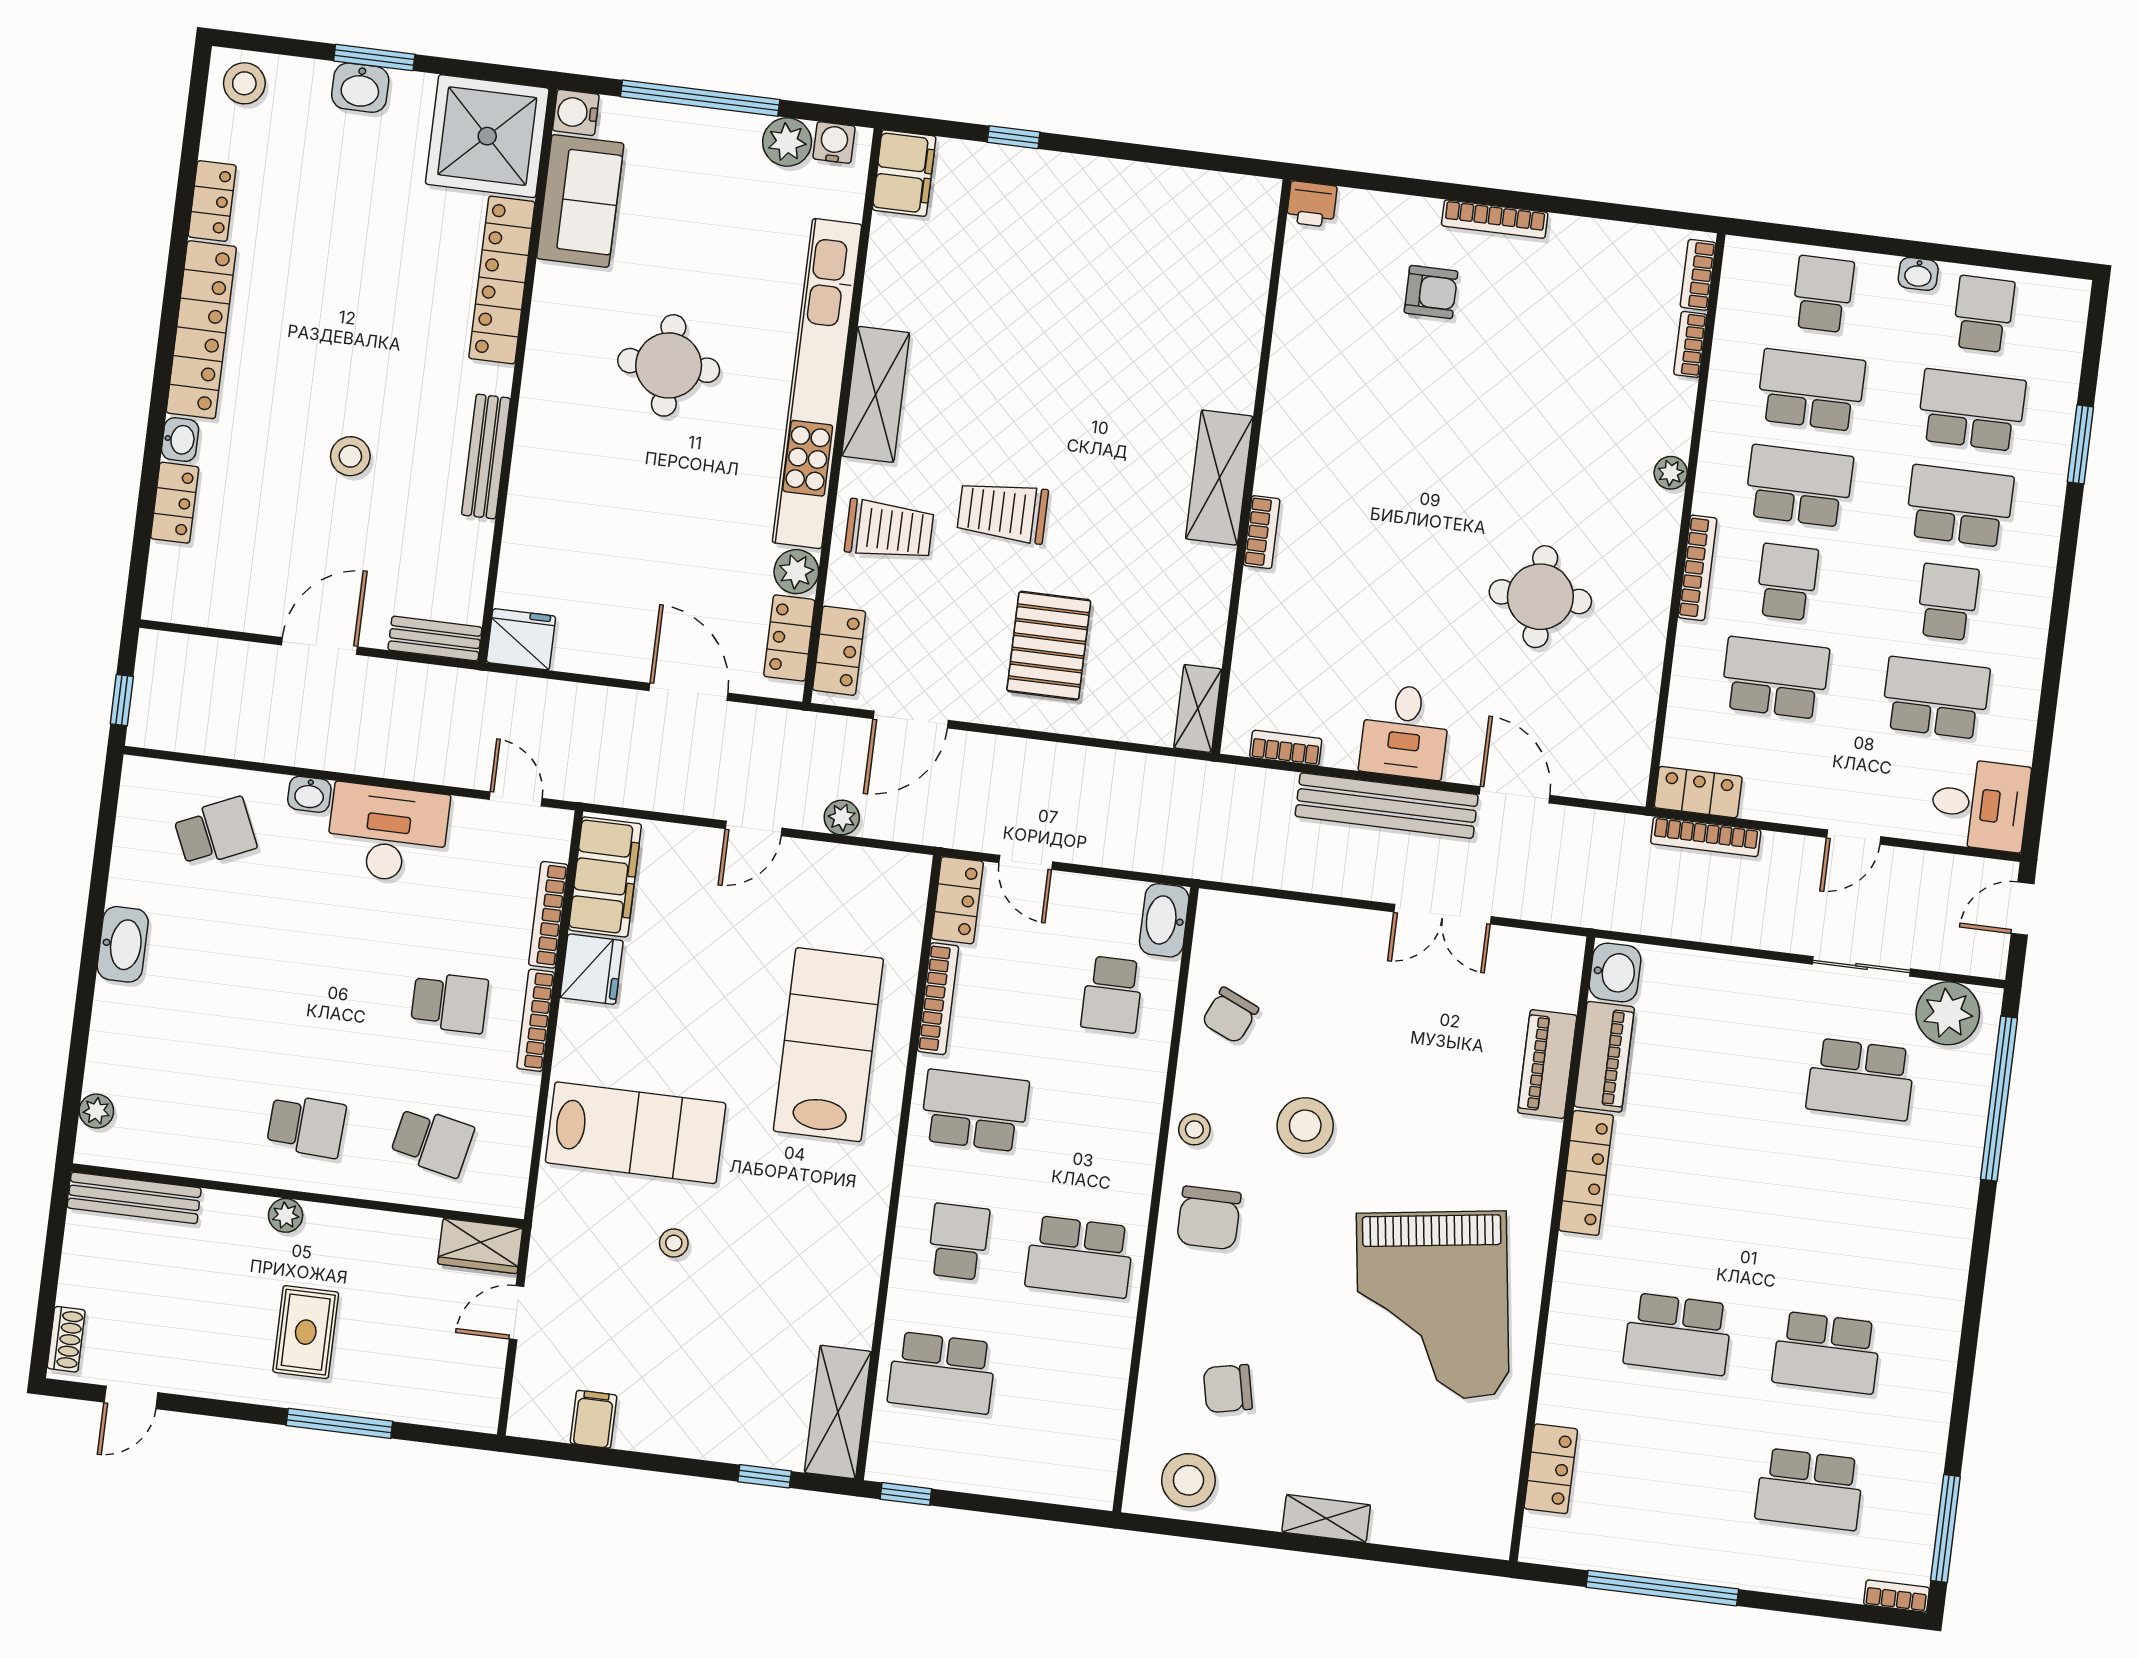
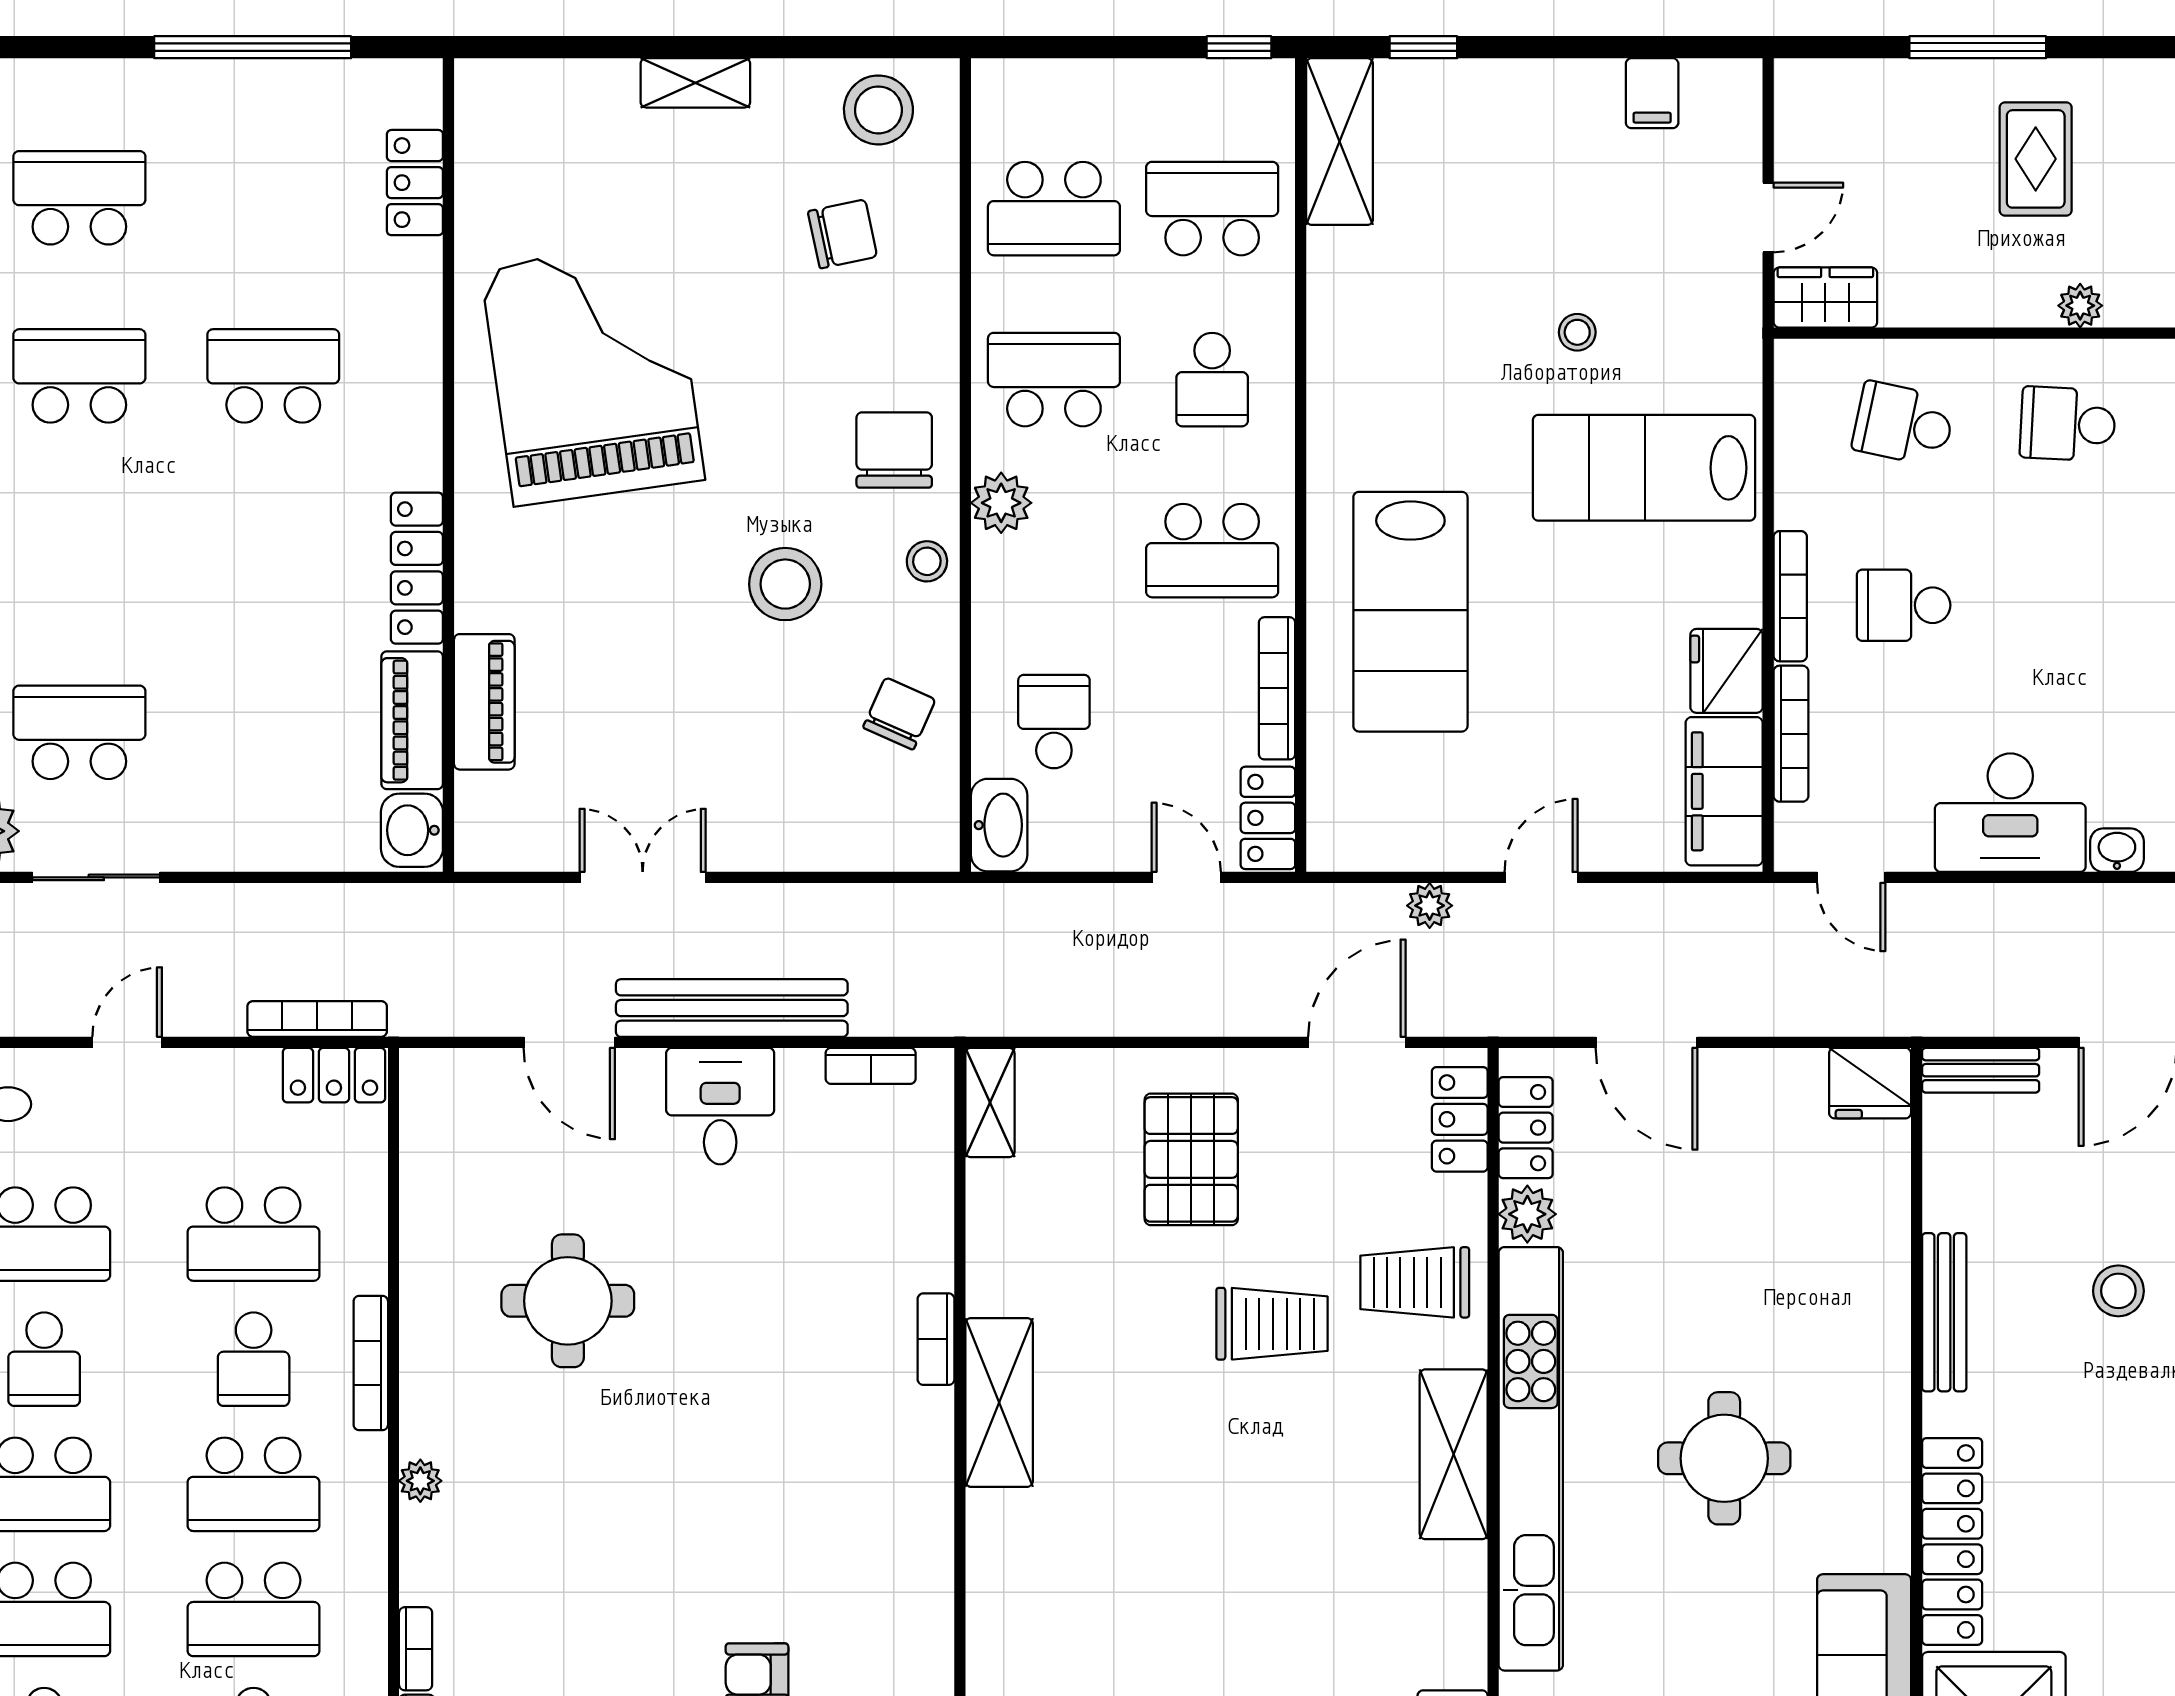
plant: (1132, 1167) -> (1001, 503), added
school desk: (1063, 1388) -> (1054, 209), added

